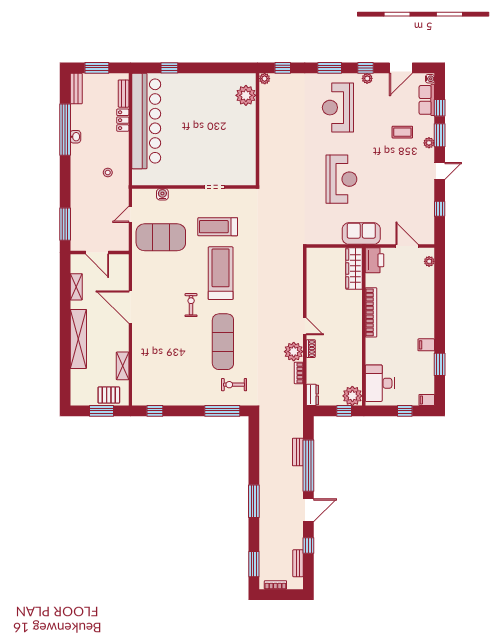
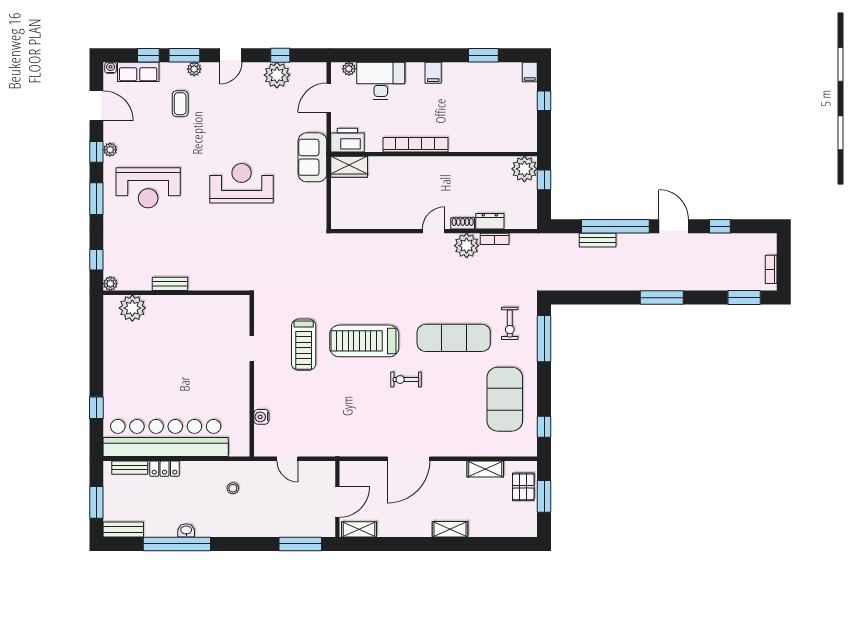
door: (440, 171) -> (231, 55), swing flipped
plant: (424, 206) -> (277, 75), added
exercise mat: (161, 237) -> (505, 399), moved
wardrobe: (354, 269) -> (349, 167), width x0.67
shelving: (76, 287) -> (359, 529), moved
shelving: (78, 339) -> (450, 529), width x0.45, depth x0.75
filing cabinet: (426, 345) -> (433, 73), moved
desk: (380, 383) -> (381, 81), moved, turned 180
dresser: (312, 395) -> (490, 221), moved
bench: (298, 563) -> (170, 284), moved

